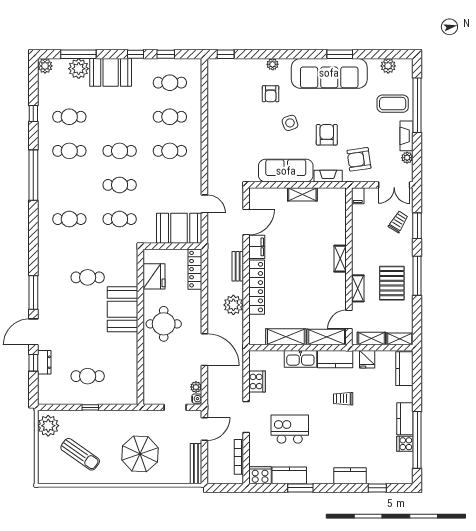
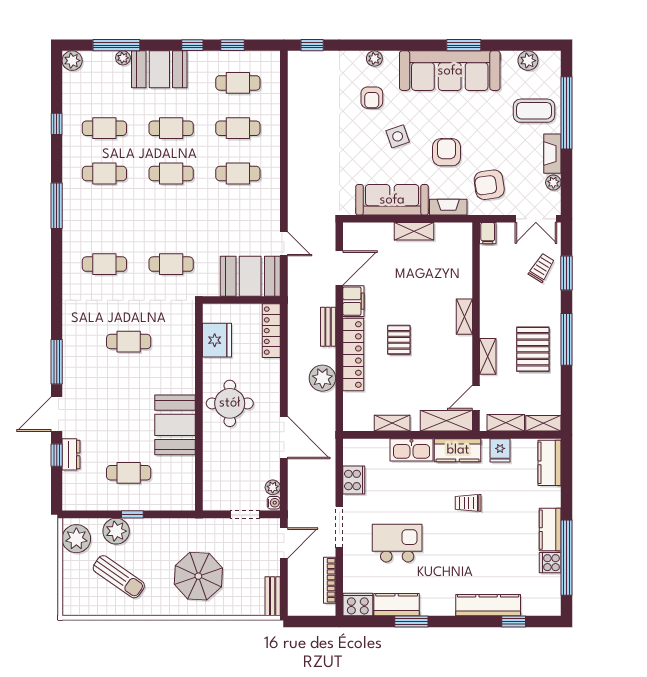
plant: (79, 69) -> (123, 58), width x0.53, depth x0.53
window: (33, 175) -> (57, 206), width x0.68
cafe table: (120, 185) -> (171, 128), moved
pallet: (291, 276) -> (399, 340), added
booth: (122, 309) -> (175, 425), moved
shelving: (286, 337) -> (392, 423), width x0.67, depth x0.75
plant: (78, 420) -> (116, 531), added
bench: (196, 464) -> (273, 596), width x0.73
kitchen counter: (350, 476) -> (488, 605), width x1.50

